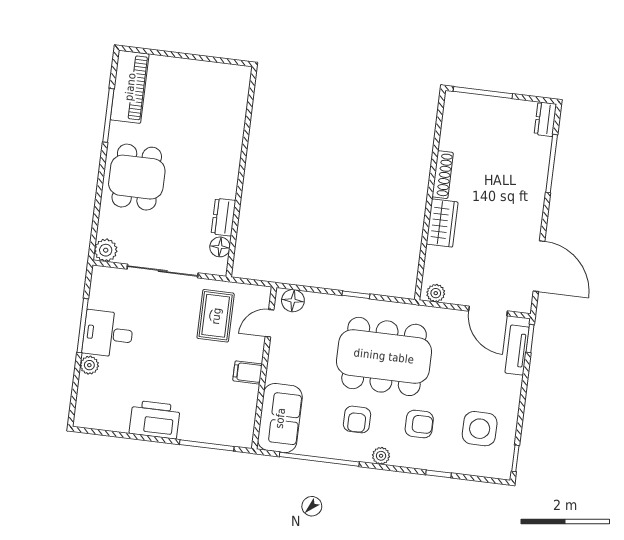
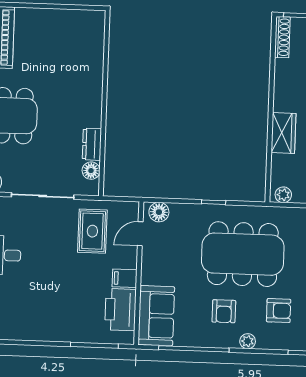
shoe rack: (443, 175) -> (282, 37), moved
printer: (155, 420) -> (120, 310), moved, turned -90

